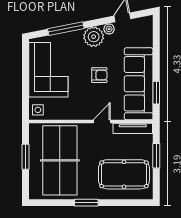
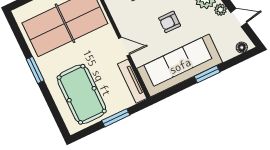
floor lamp: (148, 26) -> (242, 47), added
armchair: (99, 75) -> (170, 22), turned 90
window: (156, 93) -> (207, 74), moved

